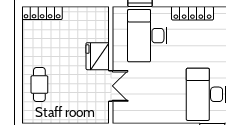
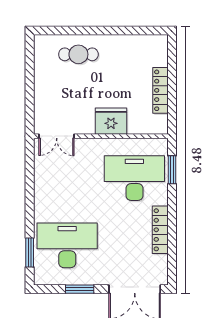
locker: (42, 13) -> (160, 90), moved
double door: (111, 86) -> (57, 136), moved

